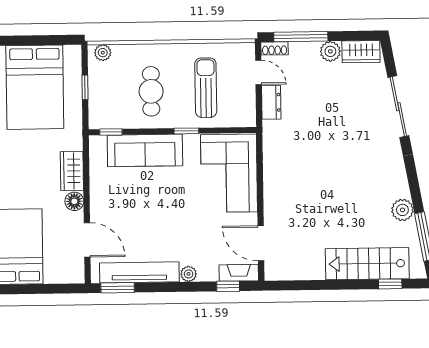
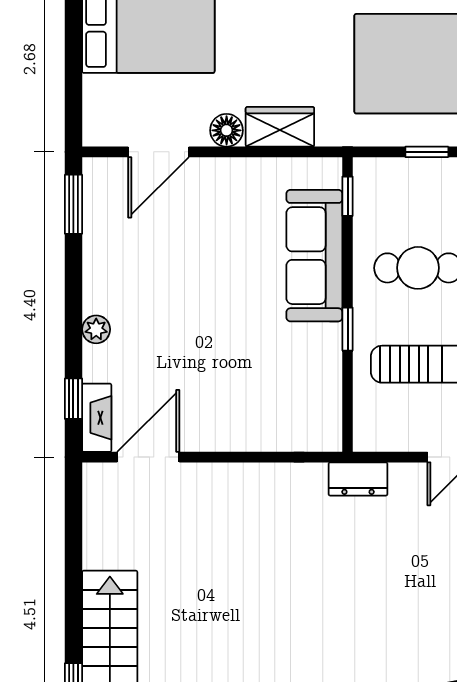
dresser: (271, 102) -> (358, 479), moved
corner sofa: (229, 173) -> (272, 403), removed
tv unit: (139, 272) -> (100, 243), removed

